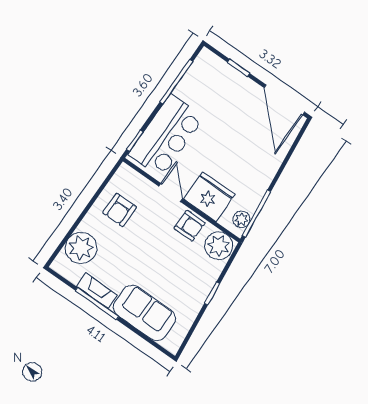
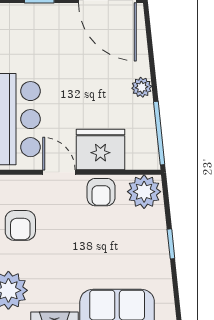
plant: (241, 219) -> (142, 87), moved
armchair: (190, 226) -> (101, 192), turned 90

